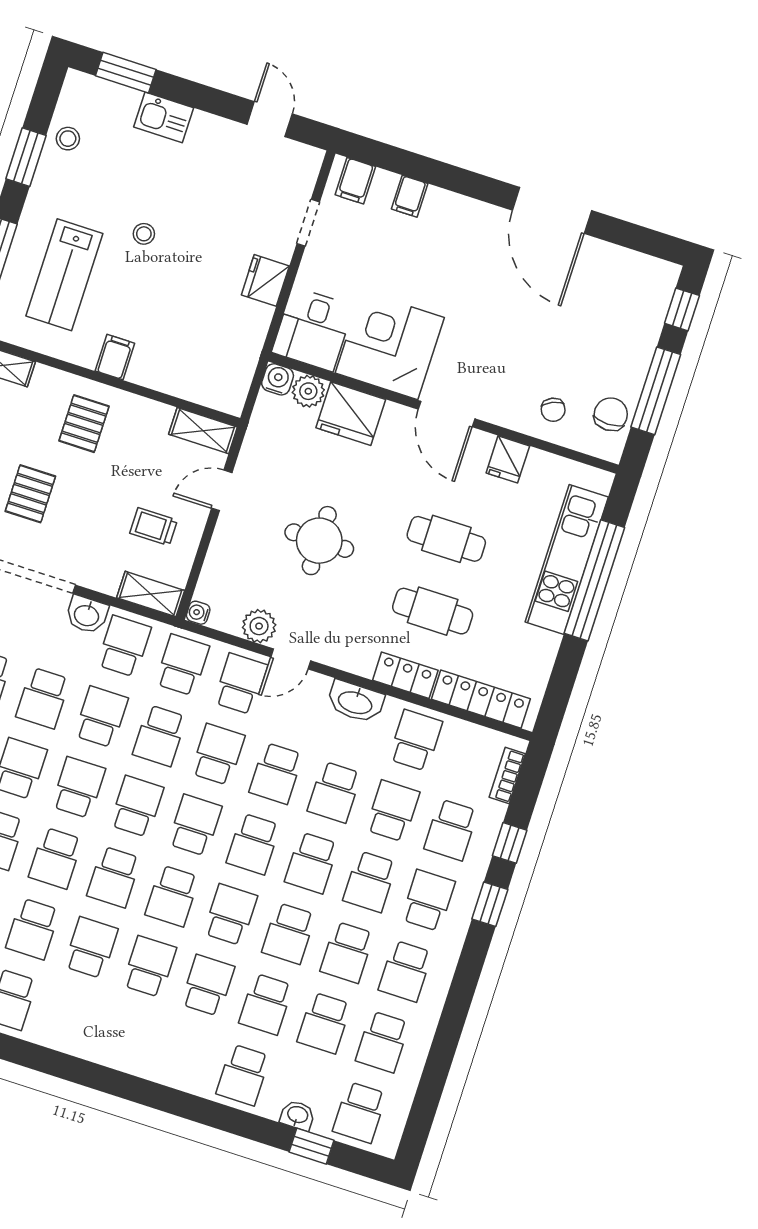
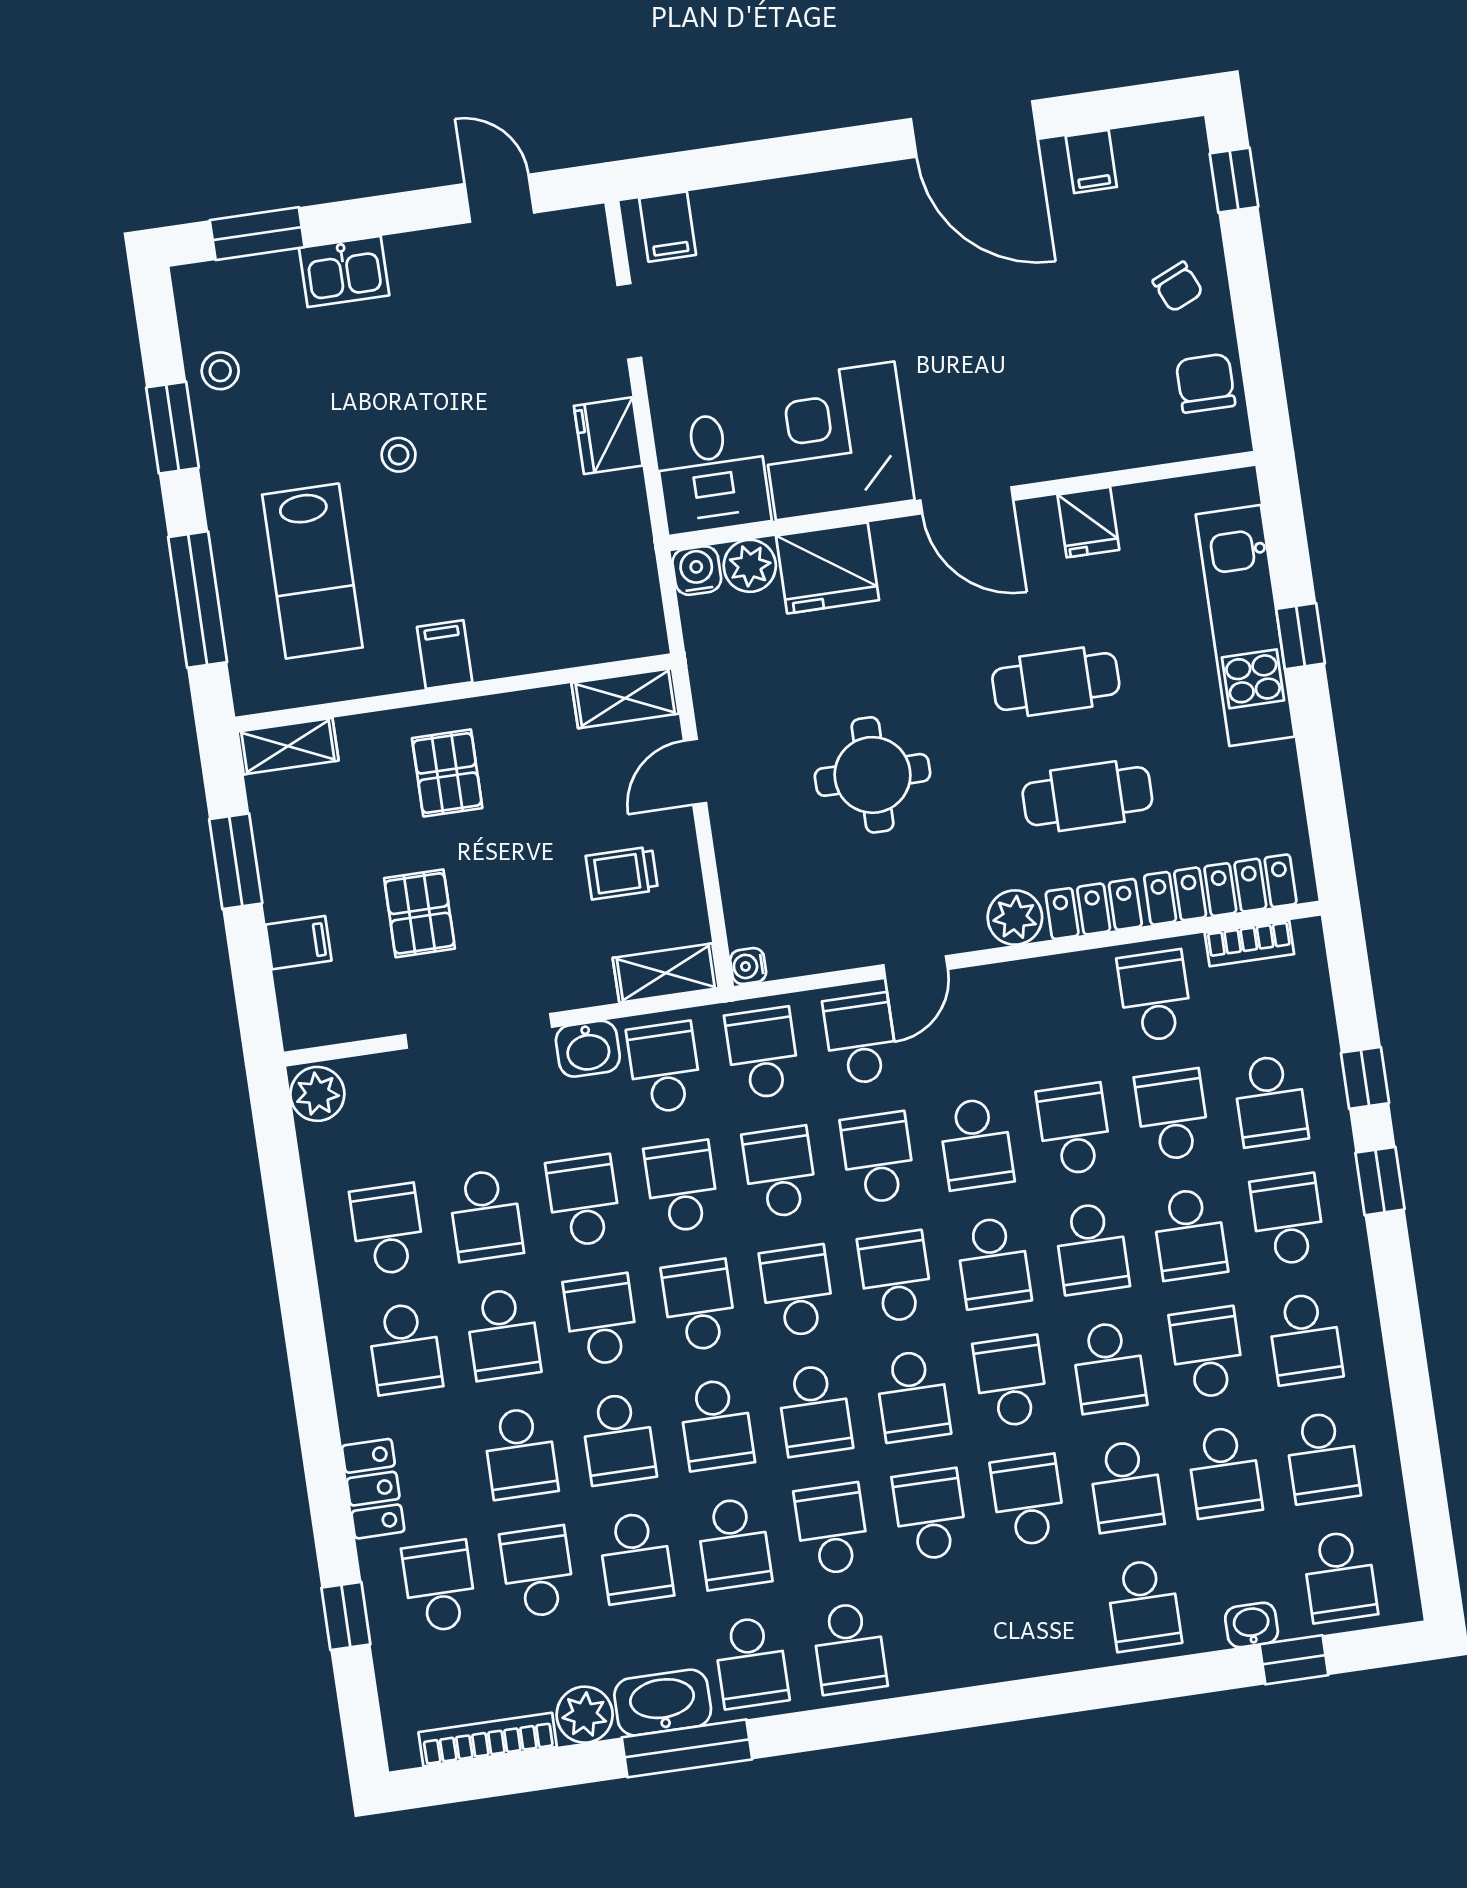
filing cabinet: (410, 196) -> (1091, 162), moved
window: (656, 391) -> (1254, 317), removed
chair: (553, 410) -> (1178, 287), moved
window: (594, 580) -> (1301, 636), width x0.32
plant: (259, 626) -> (1015, 918), moved
school desk: (43, 698) -> (584, 1201), turned 180
washbasin: (355, 702) -> (1040, 983), removed
school desk: (160, 736) -> (780, 1172), turned 180
bookcase: (507, 775) -> (1249, 943), moved, turned -90
school desk: (334, 792) -> (1074, 1129), turned 180
school desk: (347, 952) -> (1207, 1353), turned 180
school desk: (68, 1018) -> (849, 1648), added

